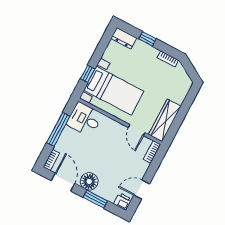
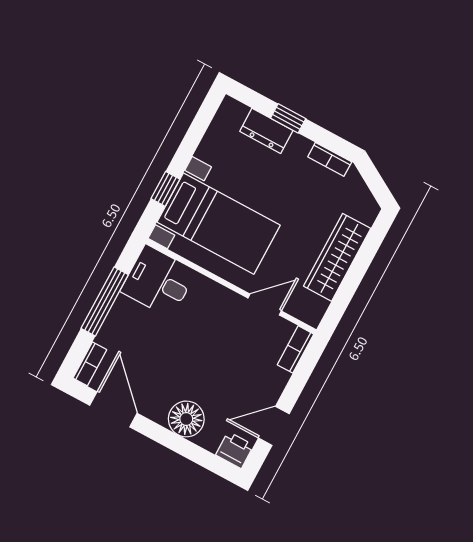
dresser: (124, 38) -> (266, 131), moved
wardrobe: (165, 120) -> (337, 257), moved
door: (137, 130) -> (265, 304), swing flipped
floor lamp: (89, 181) -> (186, 419), moved
window: (95, 199) -> (179, 445), removed

